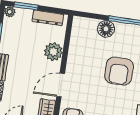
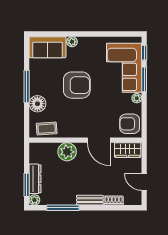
dresser: (48, 18) -> (35, 179), moved
coffee table: (80, 34) -> (47, 129), added

